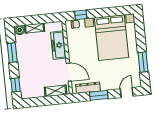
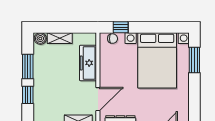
window: (143, 62) -> (194, 60), moved
door: (69, 72) -> (98, 99), hinge flipped
window: (16, 85) -> (28, 95), moved

